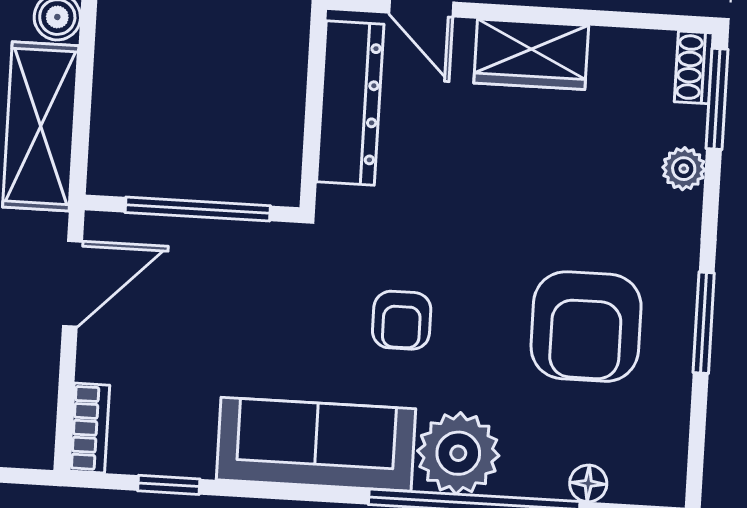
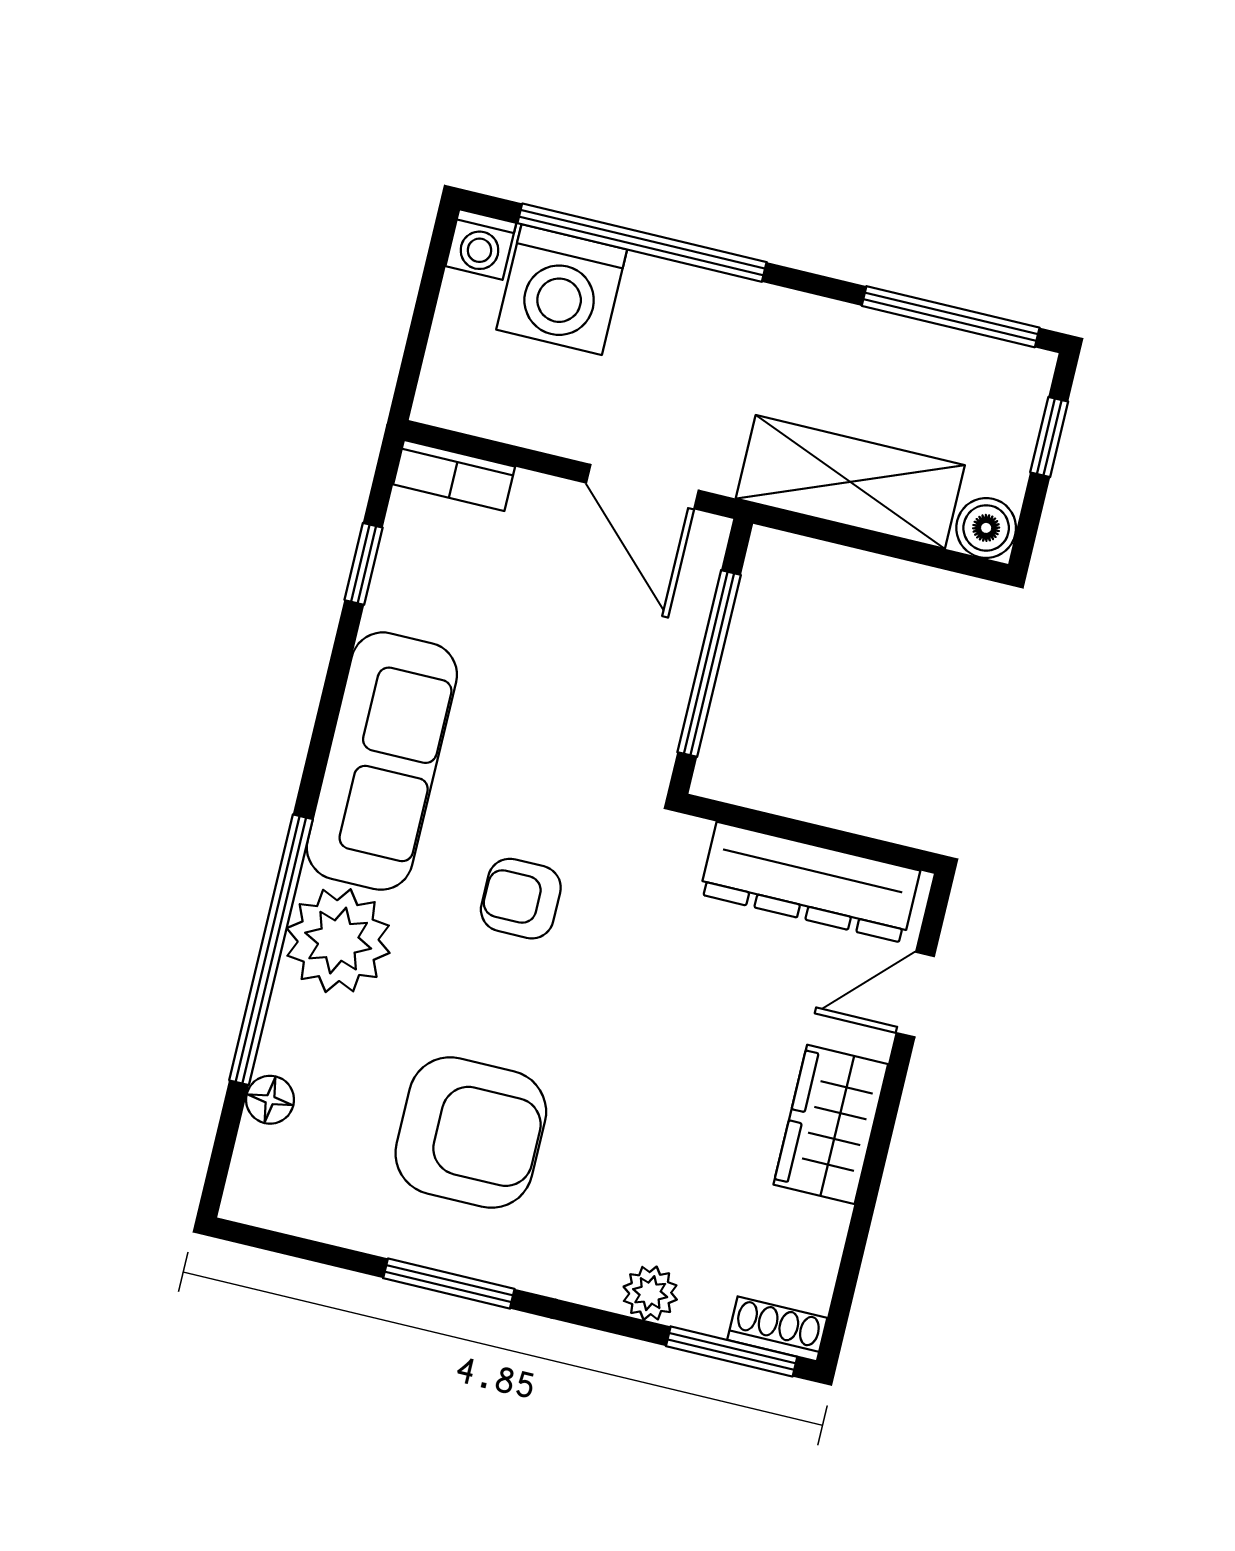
armchair: (586, 327) -> (471, 1133), turned 180

